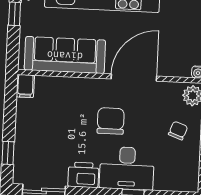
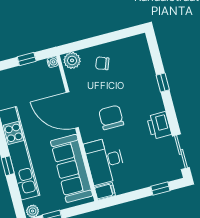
chair: (111, 121) -> (111, 117), turned 90
desk: (127, 168) -> (105, 161), moved, turned 180

